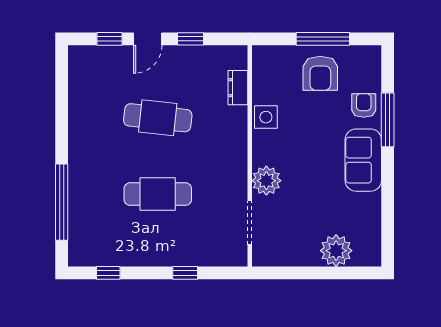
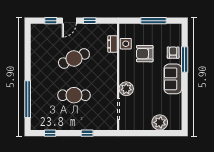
armchair: (320, 73) -> (145, 54), moved, turned 90
side table: (266, 117) -> (126, 44), moved
cafe table: (158, 118) -> (74, 59), turned -30

